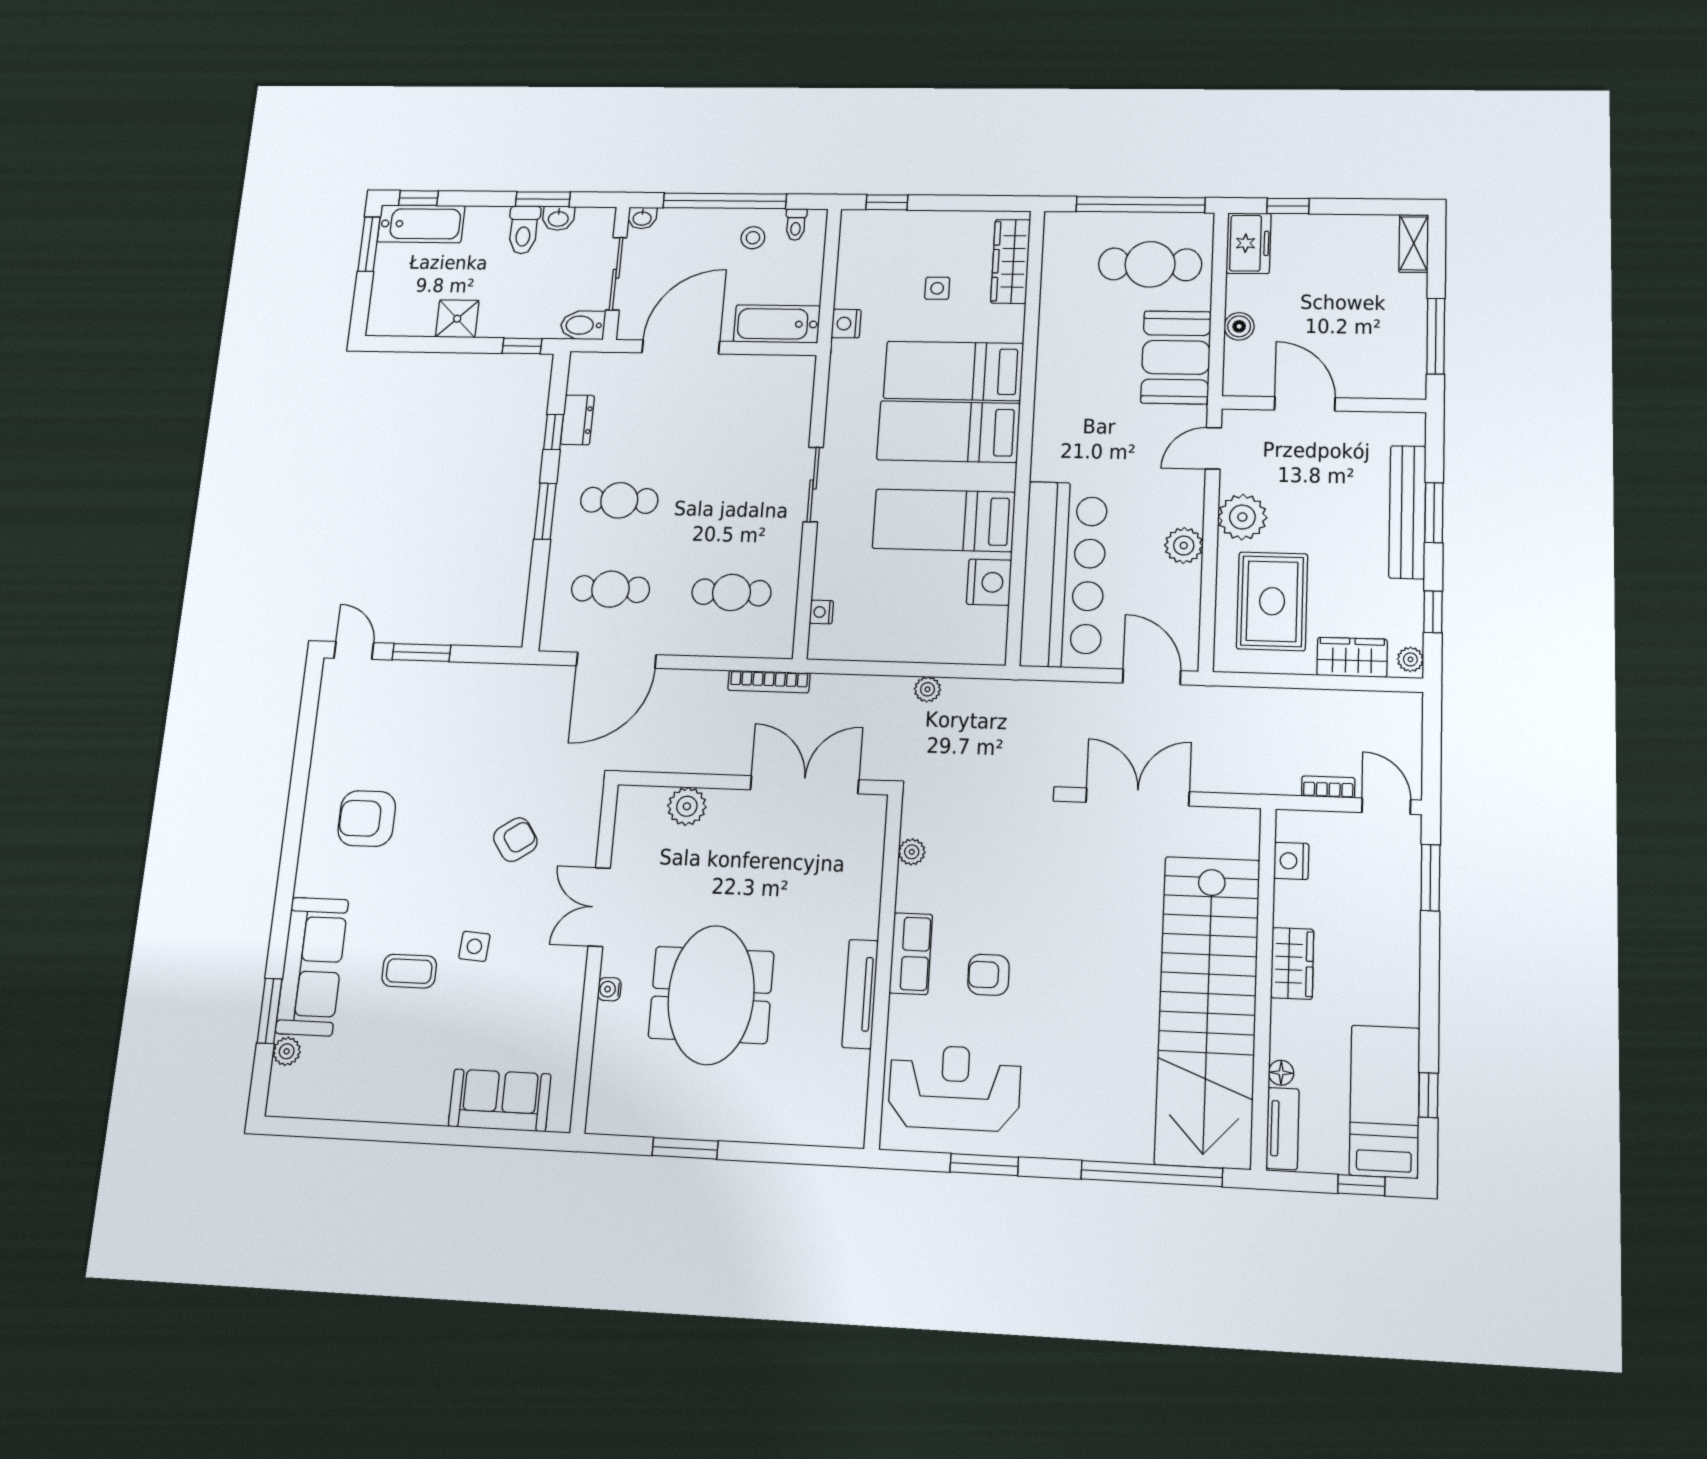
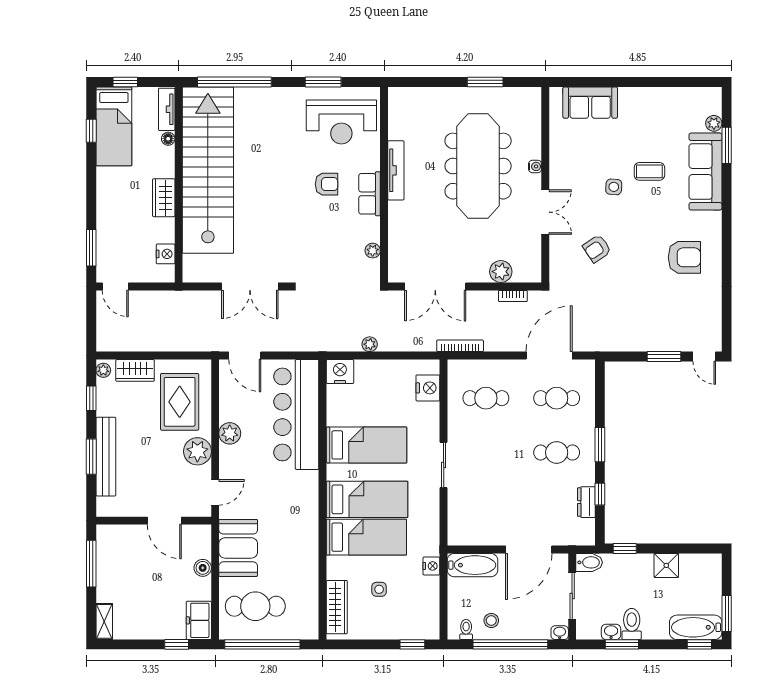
nightstand: (989, 582) -> (340, 372), moved, turned 90
nightstand: (821, 612) -> (428, 388), width x1.89, depth x1.79
bookcase: (1328, 787) -> (513, 296), moved
meeting table: (711, 995) -> (478, 166), width x1.36

